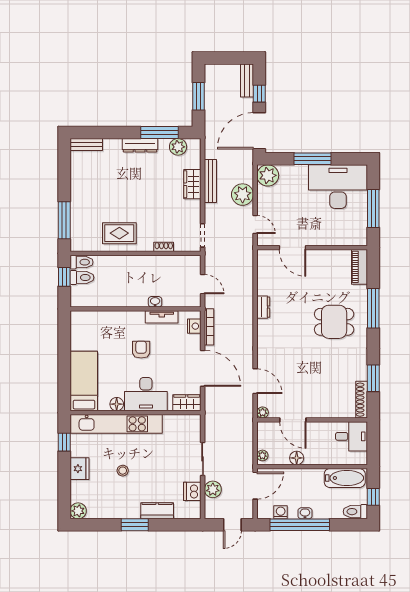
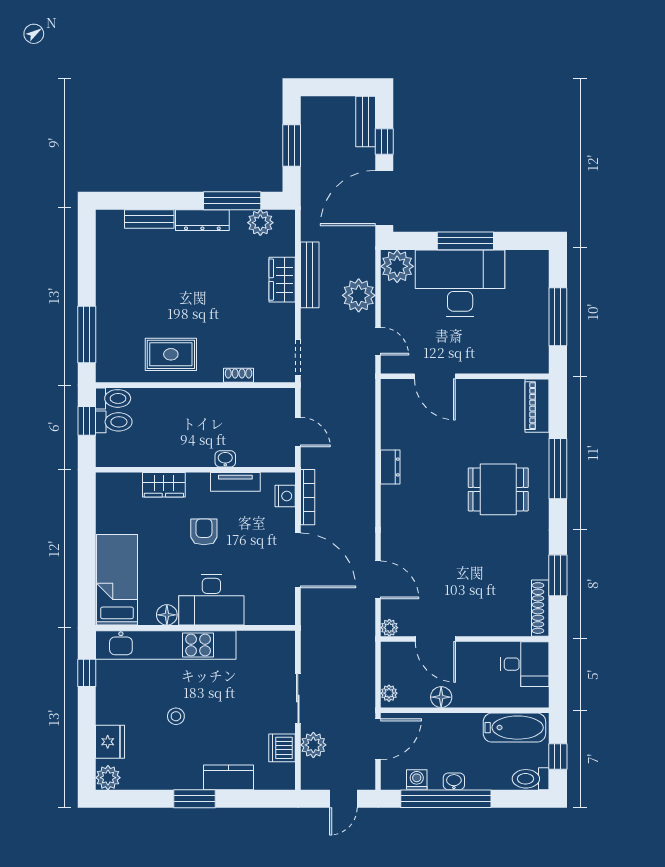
bench: (86, 145) -> (149, 219), moved
desk: (338, 187) -> (460, 283), moved
wardrobe: (187, 403) -> (164, 485), moved, turned 180
fridge: (79, 469) -> (110, 742), moved

